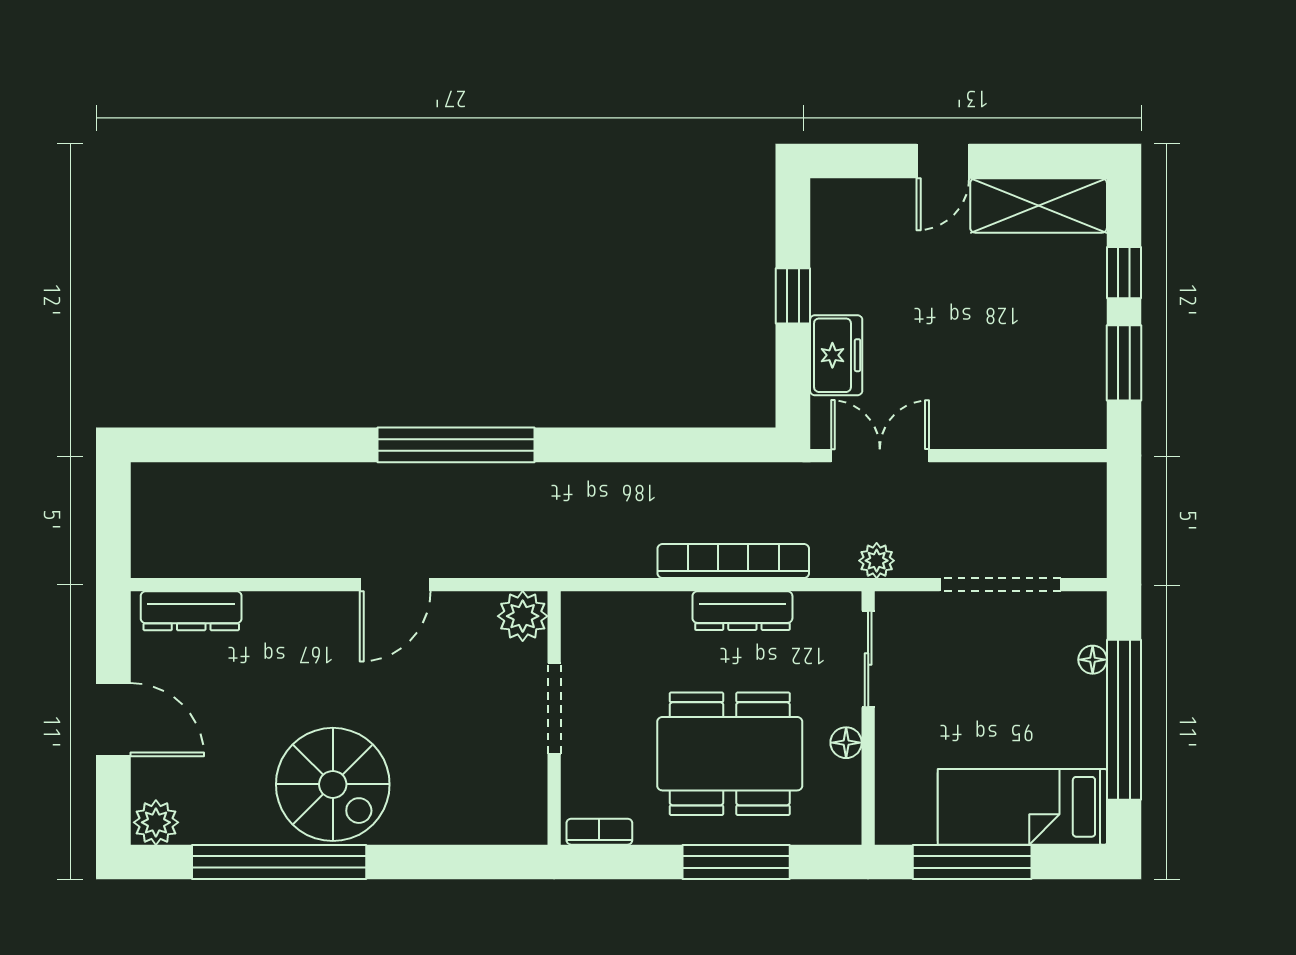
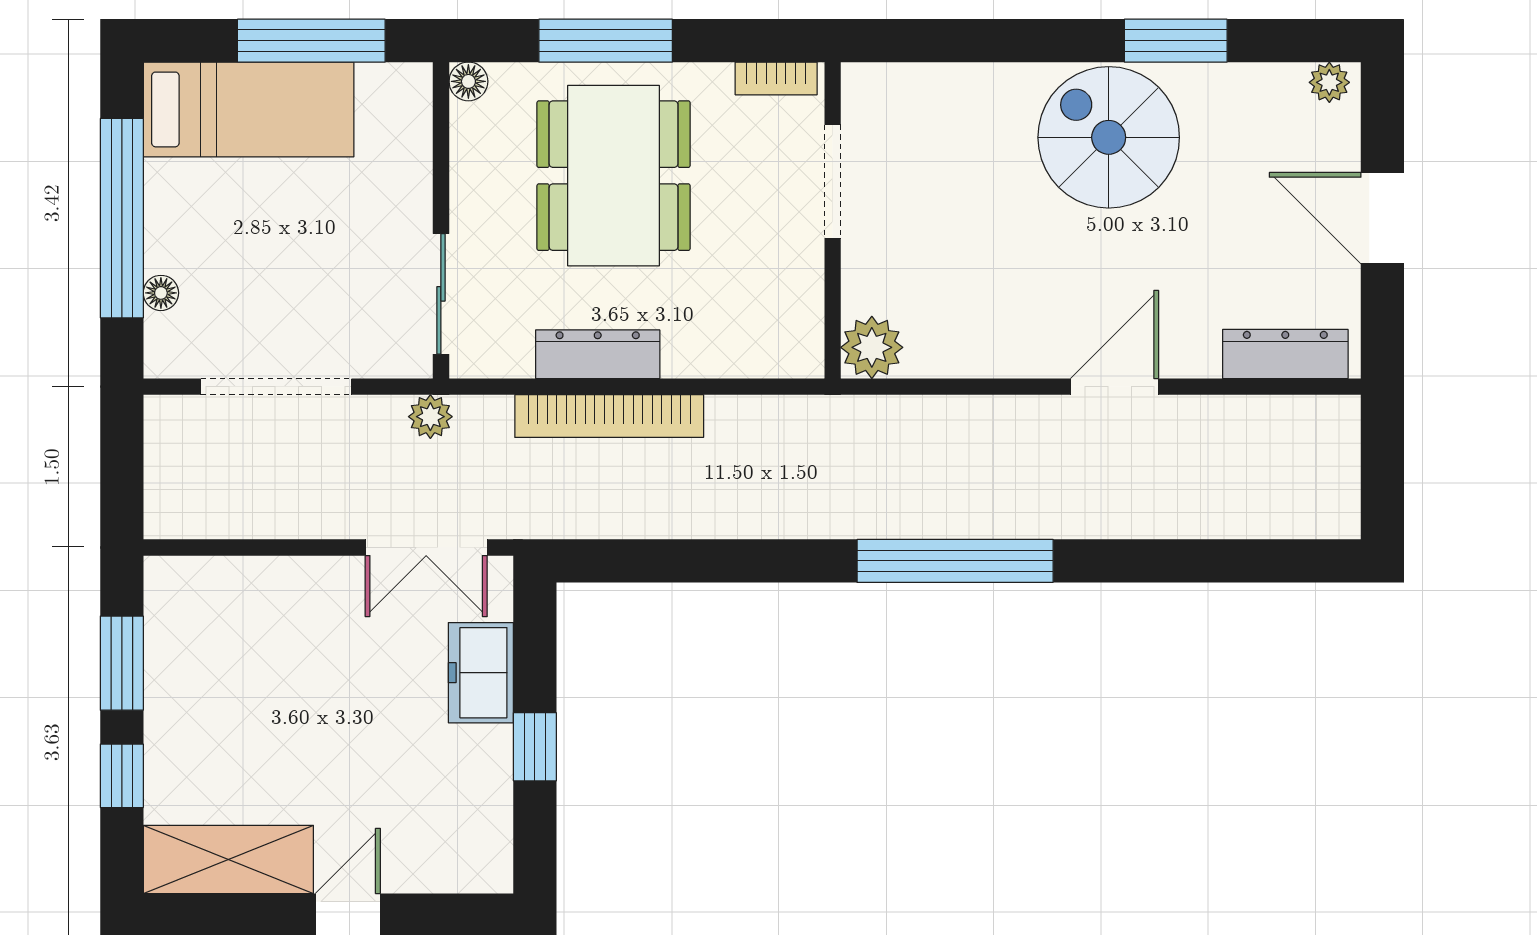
door: (395, 585) -> (1115, 387), moved
doorway: (554, 709) -> (833, 181), moved
floor lamp: (846, 743) -> (468, 81), moved
dining table: (730, 754) -> (614, 176), turned 90
plant: (156, 822) -> (1329, 82), width x0.73, depth x0.73
window: (279, 862) -> (1176, 41), width x0.47

